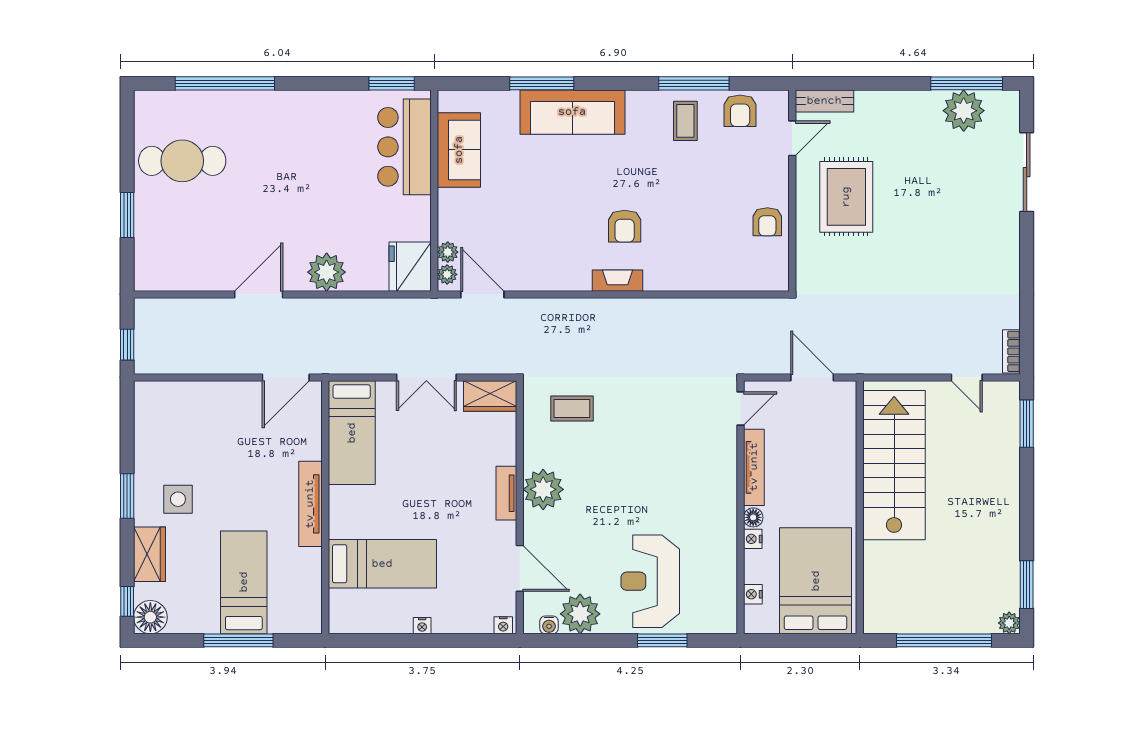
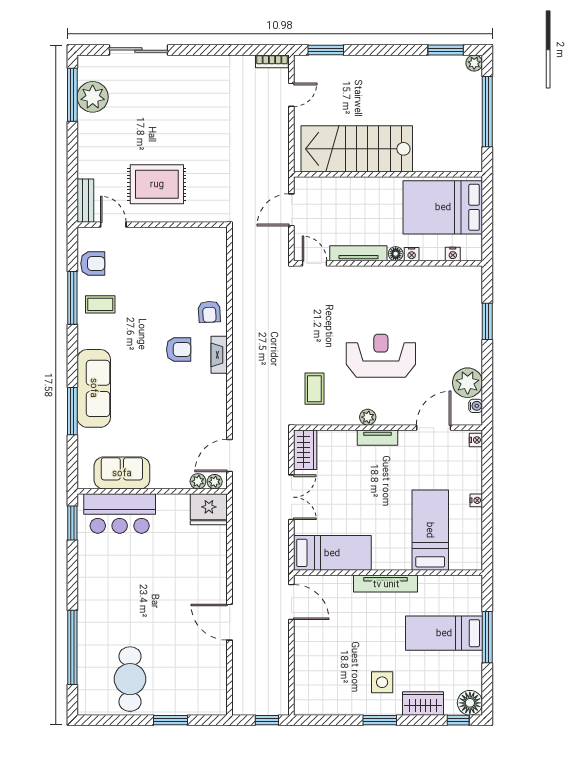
armchair: (767, 222) -> (209, 312), moved, turned 87
plant: (327, 272) -> (213, 572), removed
plant: (543, 489) -> (368, 417), width x0.53, depth x0.53
reception desk: (650, 581) -> (381, 356), moved, turned 180

